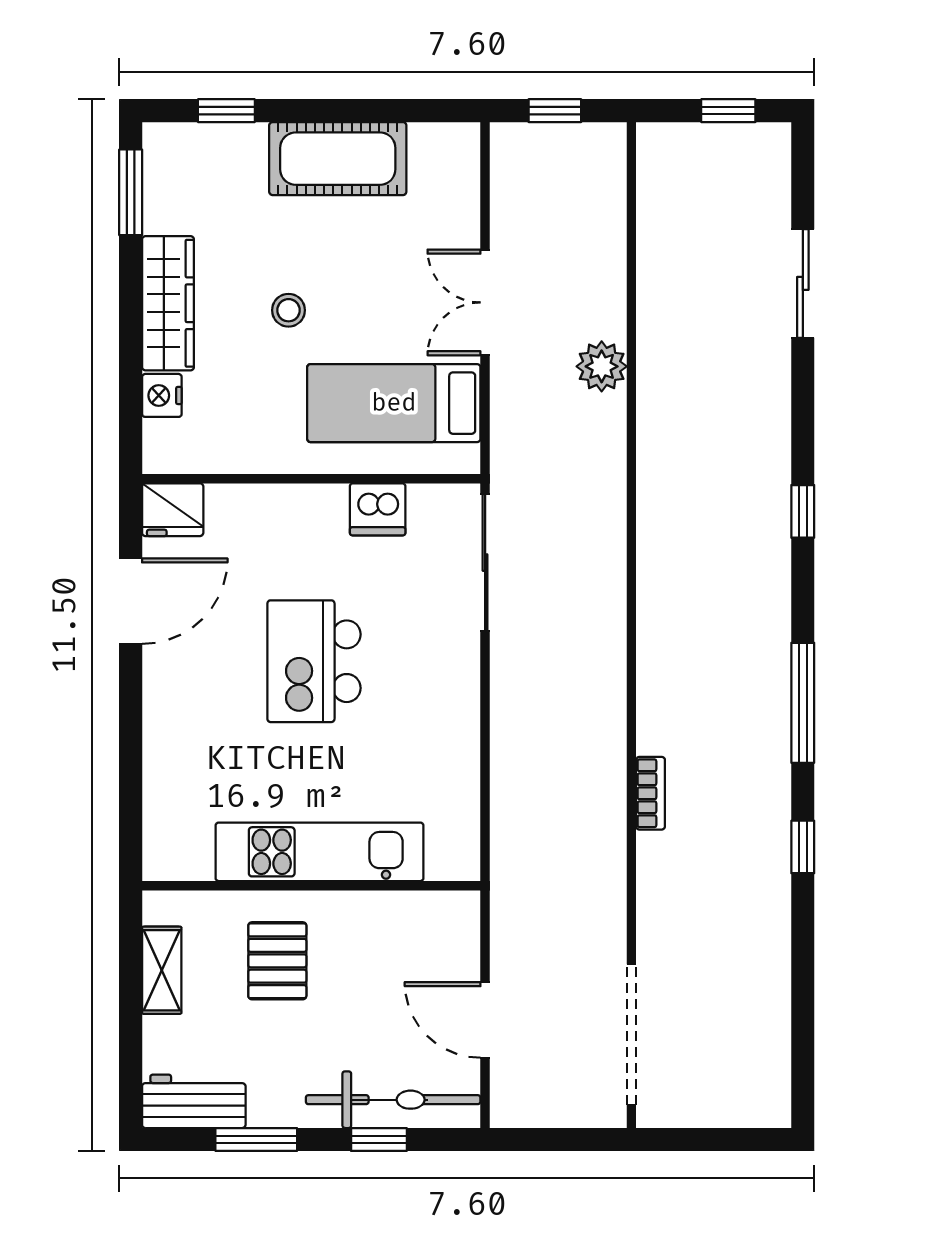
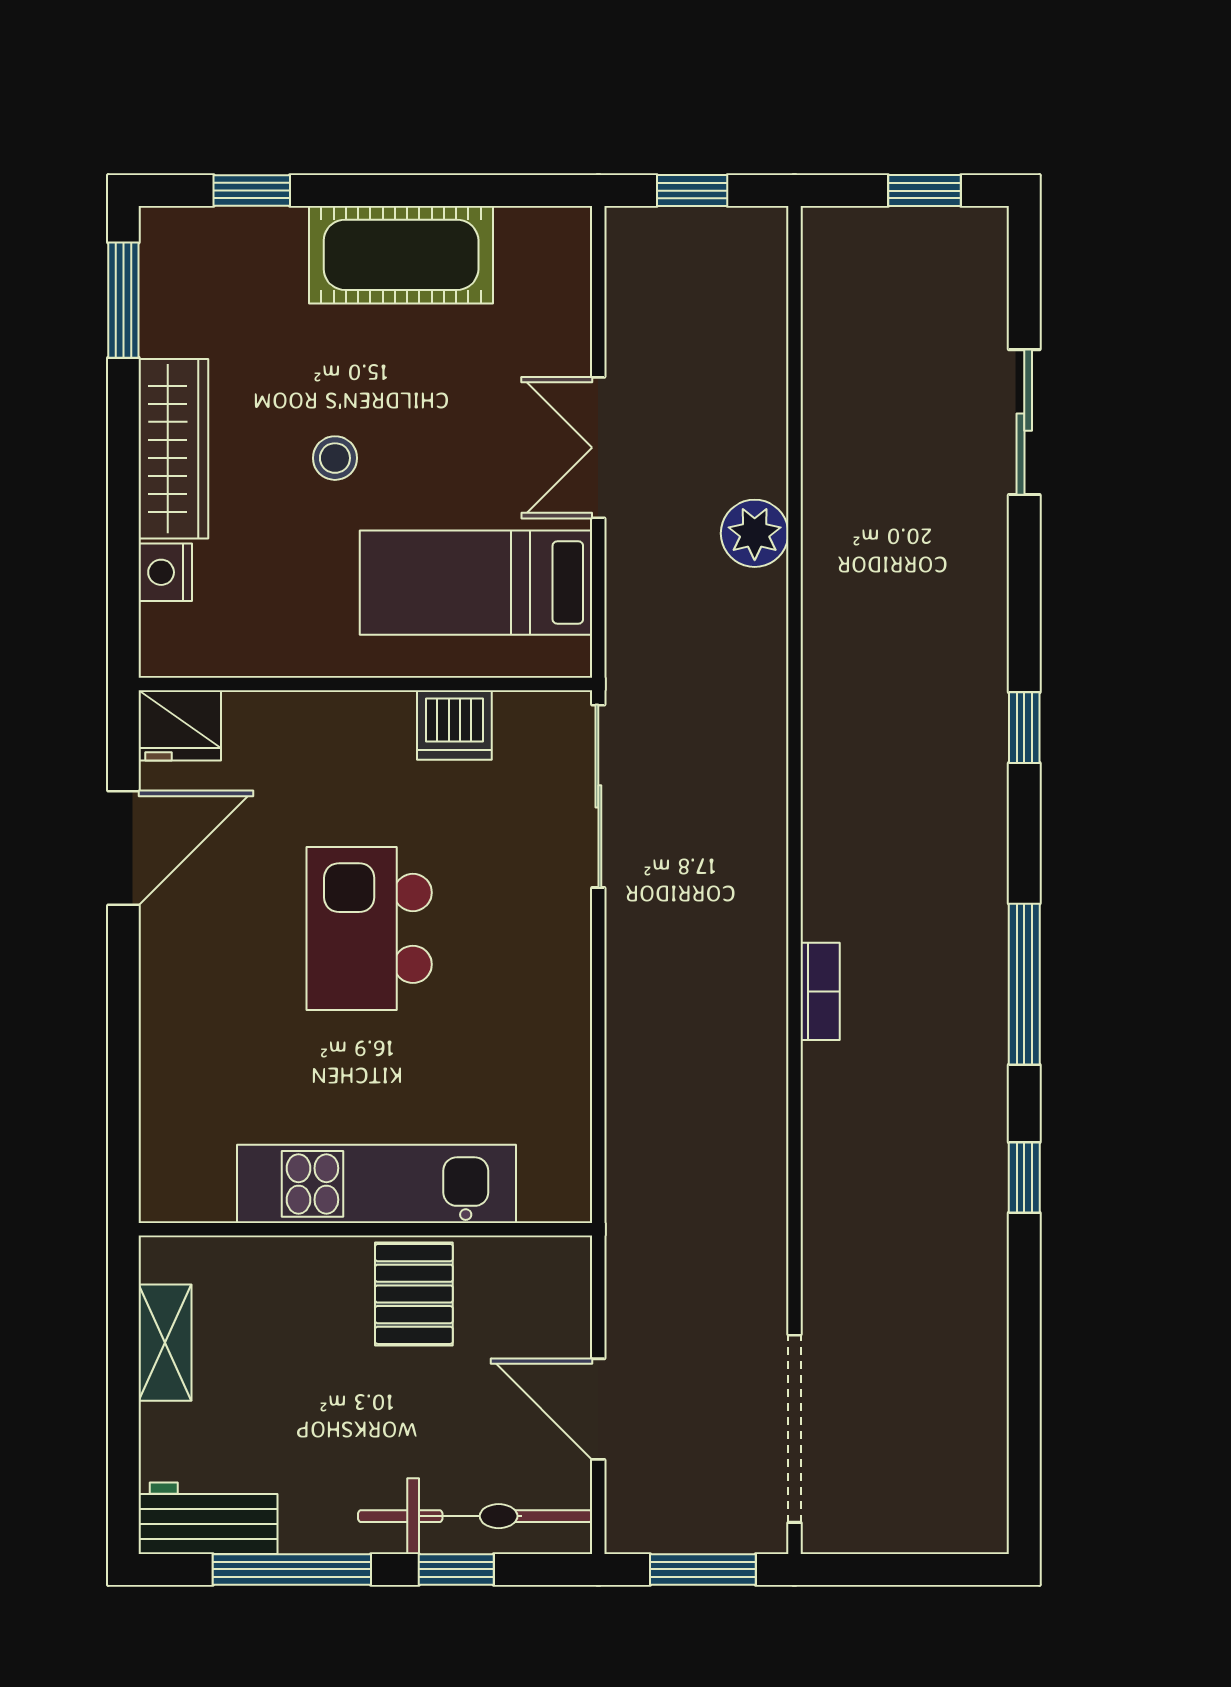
bookcase: (650, 793) -> (820, 991), moved
pallet: (277, 961) -> (414, 1294), moved
window: (256, 1139) -> (292, 1569), width x1.44
window: (563, 1139) -> (703, 1569), added

